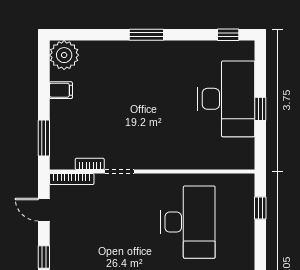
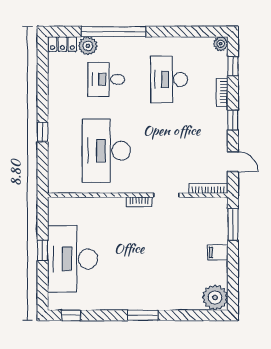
filing cabinet: (61, 90) -> (218, 252), moved
bookcase: (90, 164) -> (139, 202), moved
window: (260, 208) -> (43, 132), moved

